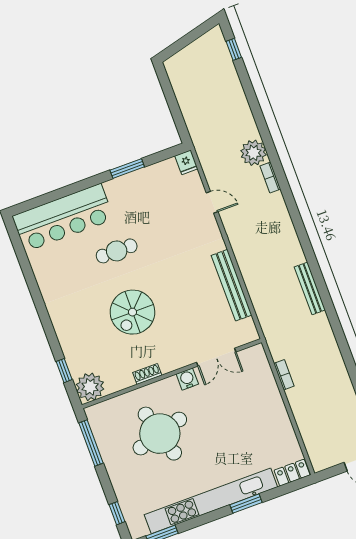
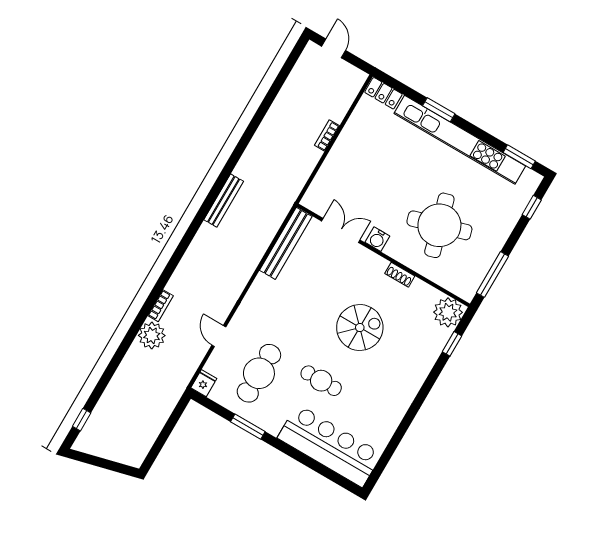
cafe table: (160, 209) -> (259, 373), added
bench: (232, 285) -> (286, 243), moved
bookcase: (284, 375) -> (327, 135), moved

